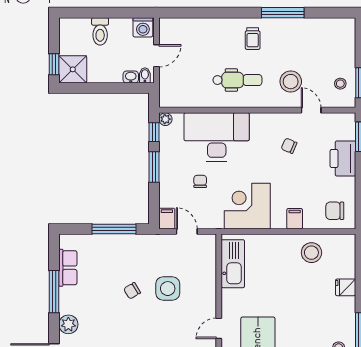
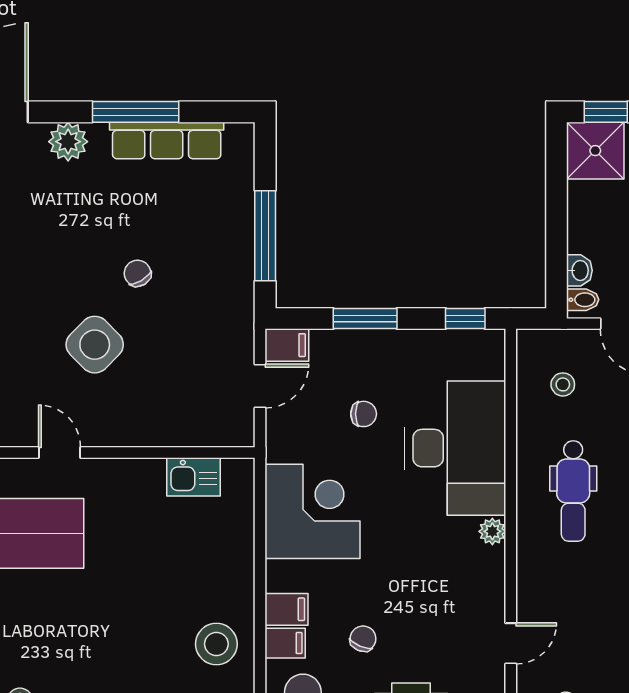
stool: (291, 82) -> (563, 384), moved, width x0.53, depth x0.53
plant: (165, 119) -> (492, 531), moved
chair: (289, 146) -> (363, 639), moved
window: (154, 167) -> (365, 319), moved
filing cabinet: (311, 219) -> (285, 643), added
kitchen sink: (233, 264) -> (194, 477), width x0.53, depth x0.81
row of seats: (68, 268) -> (167, 140), width x1.48
side table: (168, 289) -> (95, 345), moved, turned 45

